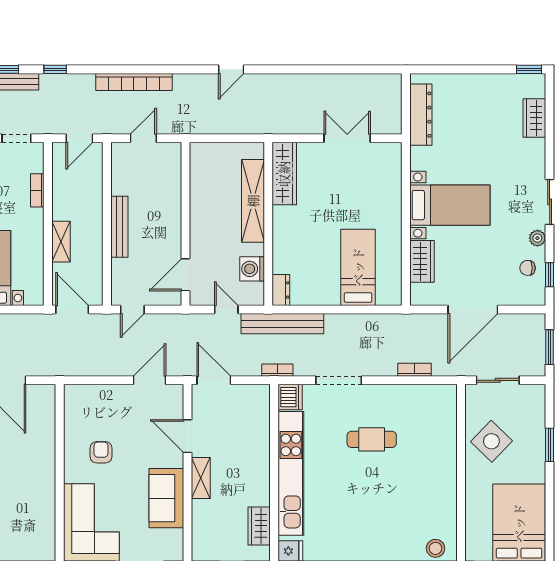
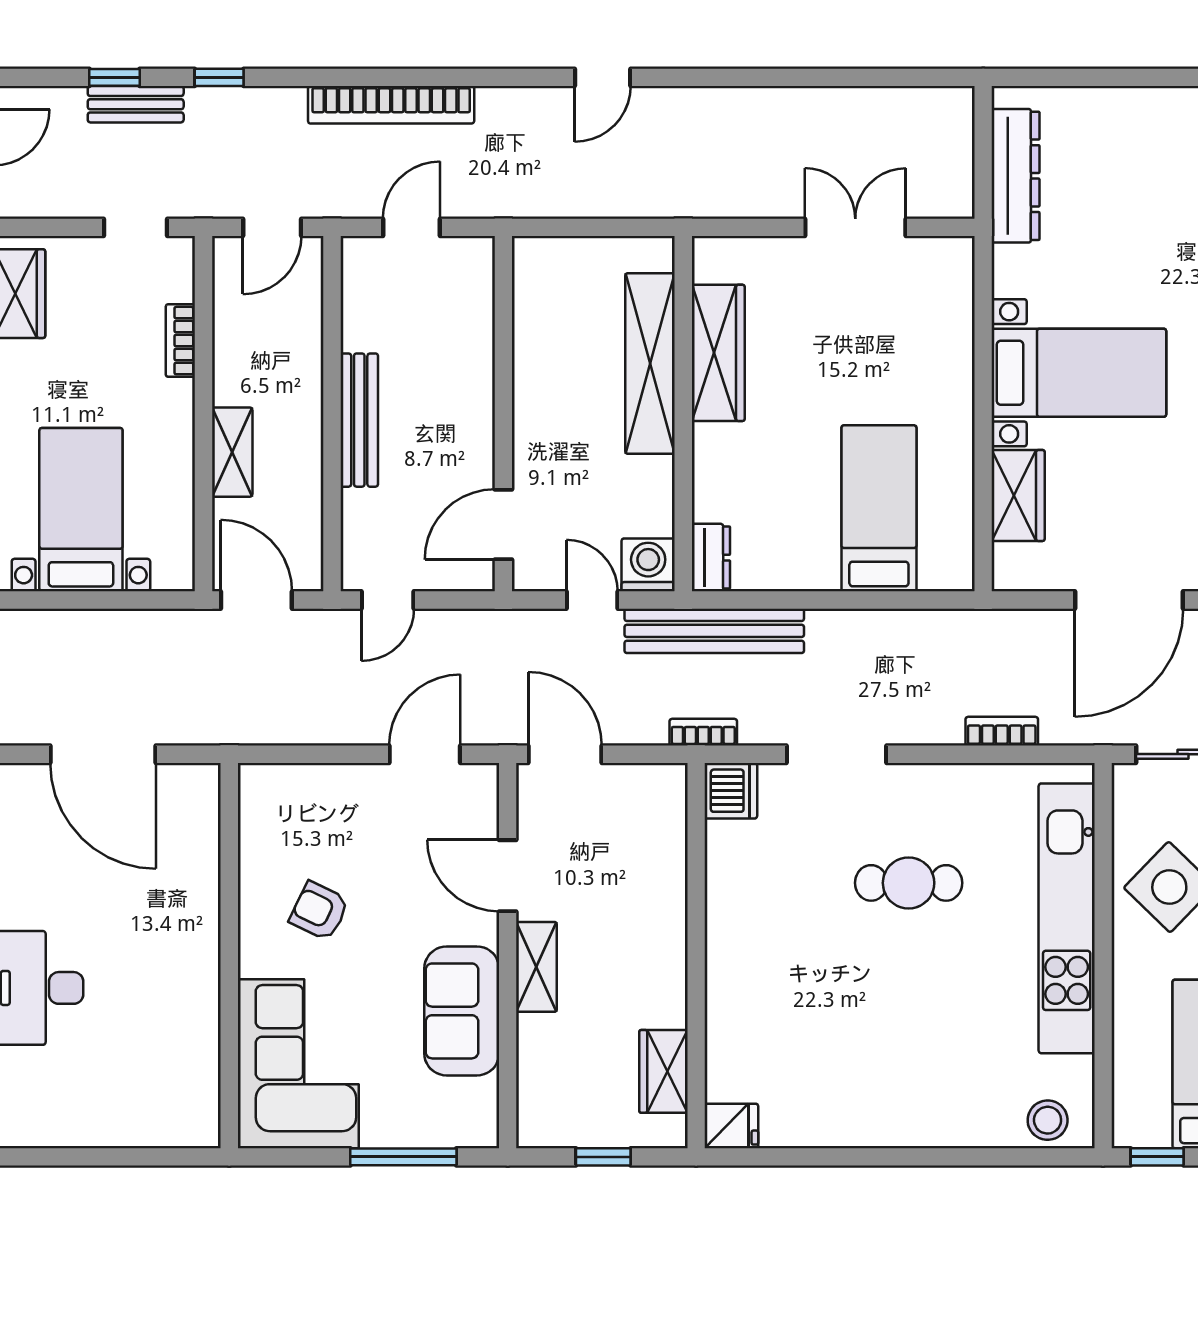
wardrobe: (284, 174) -> (718, 353), moved
washing machine: (252, 269) -> (648, 565), moved, turned 90
armchair: (101, 452) -> (319, 911), turned -64
kitchen unit: (291, 473) -> (1067, 918), moved, turned 180

